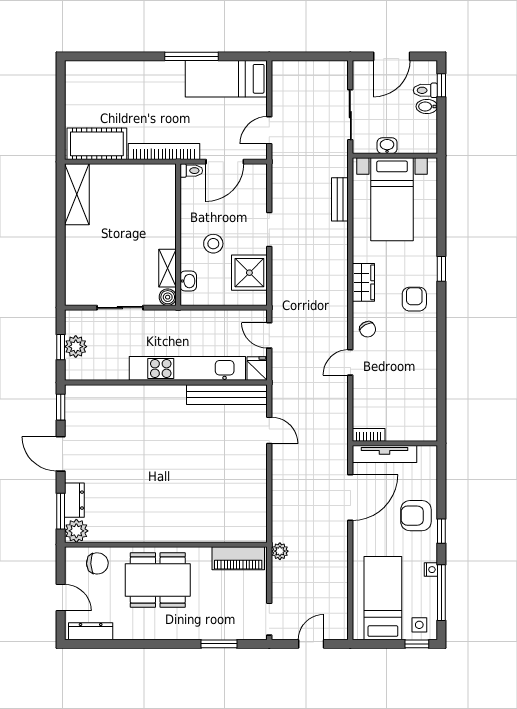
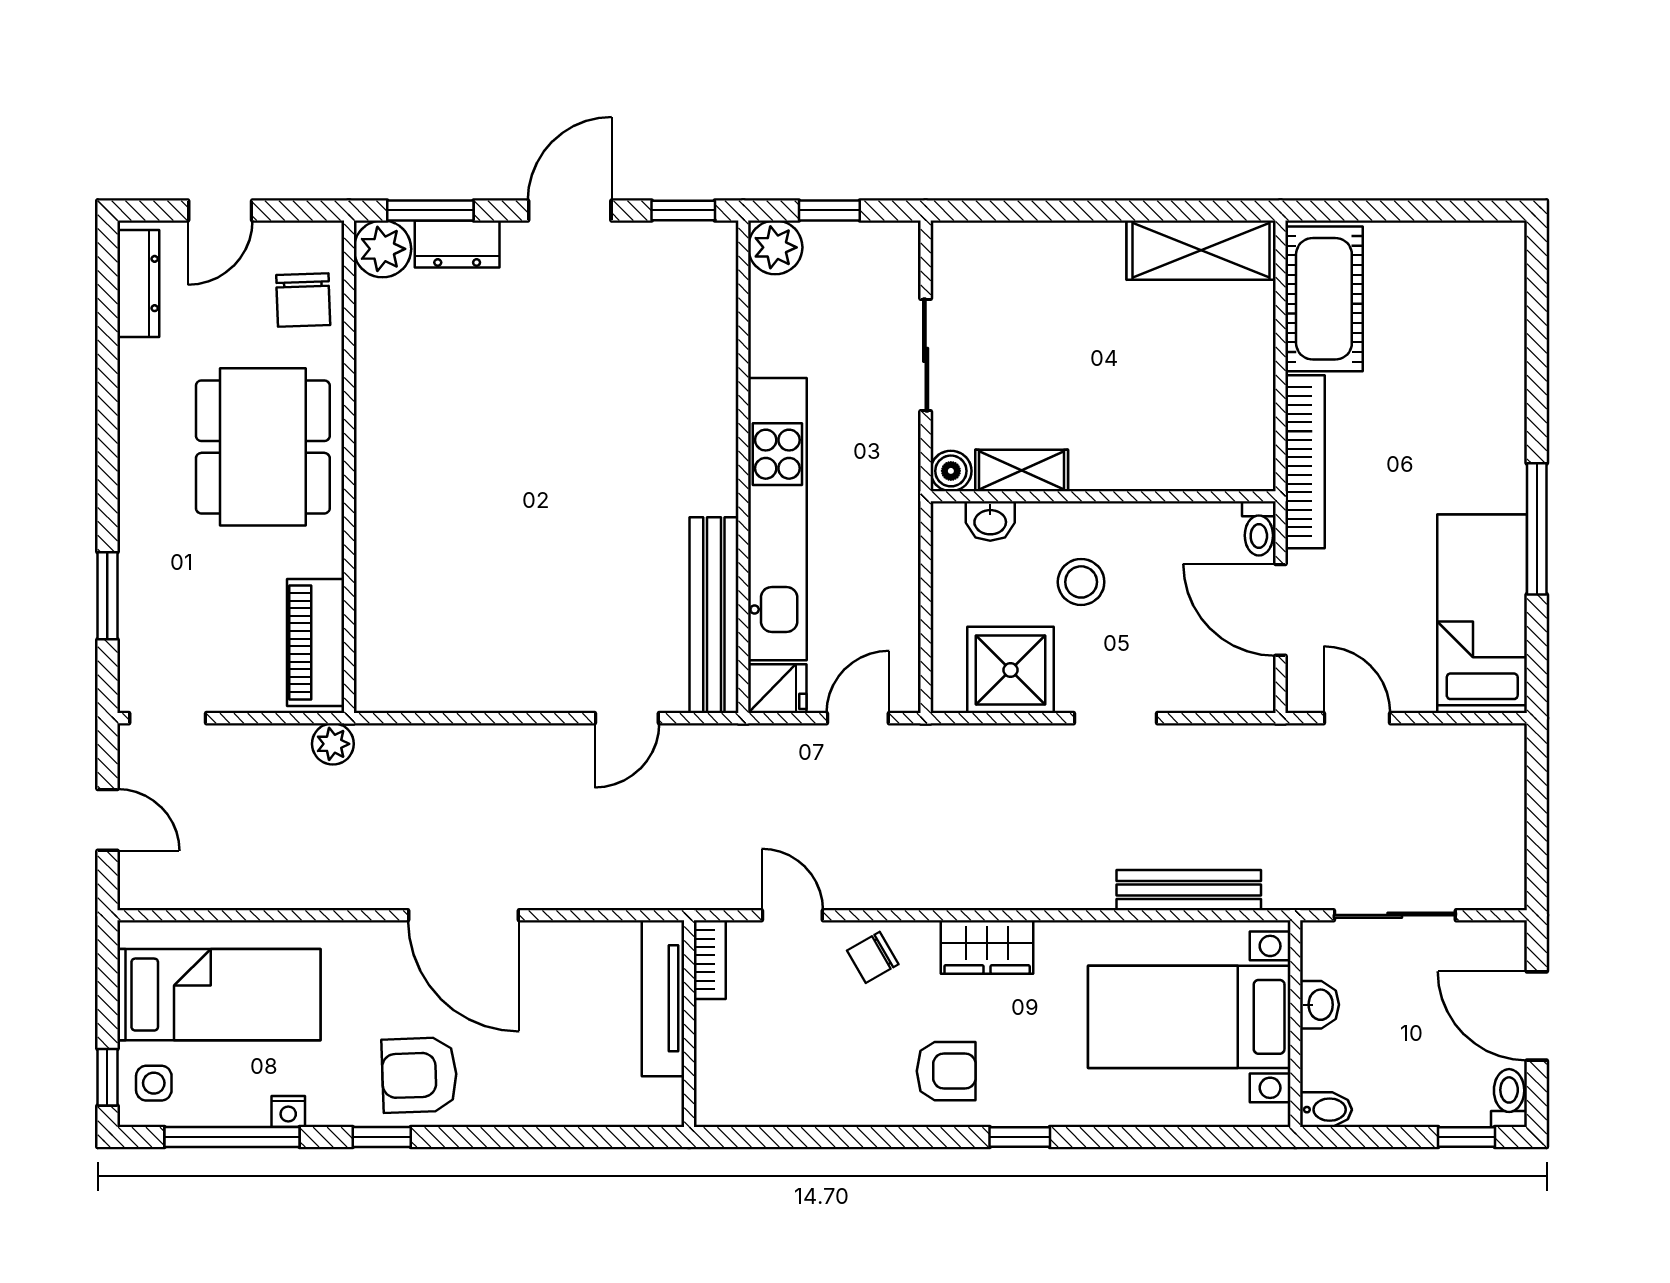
toilet: (425, 90) -> (1509, 1098), moved
bidet: (427, 106) -> (1326, 1110), moved, turned 90
bench: (340, 199) -> (1189, 890), width x1.36
plant: (76, 347) -> (775, 247), moved
bookcase: (369, 435) -> (710, 960), moved
wall: (395, 443) -> (689, 1024), moved
tv unit: (384, 454) -> (663, 998), moved
armchair: (416, 516) -> (419, 1075), turned -92

